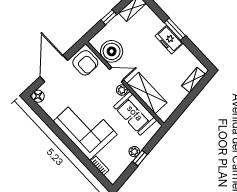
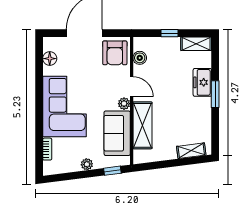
freezer: (169, 40) -> (202, 82), moved
boiler: (112, 51) -> (140, 58), width x0.54, depth x0.54
floor lamp: (38, 96) -> (50, 59), moved
window: (140, 158) -> (112, 171), moved

